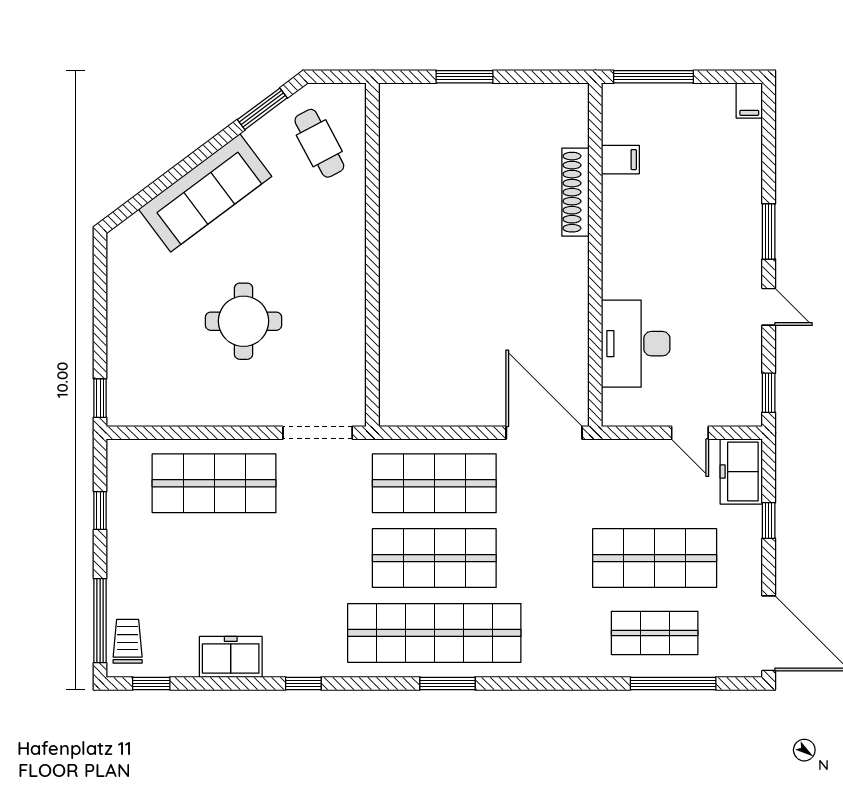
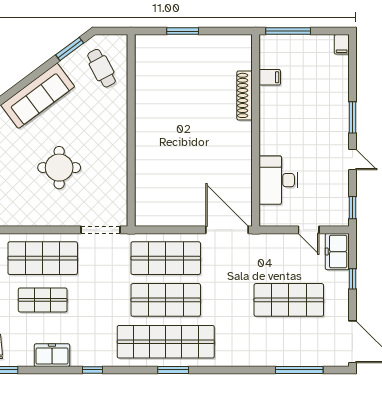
shop shelf: (655, 633) -> (43, 300), moved

